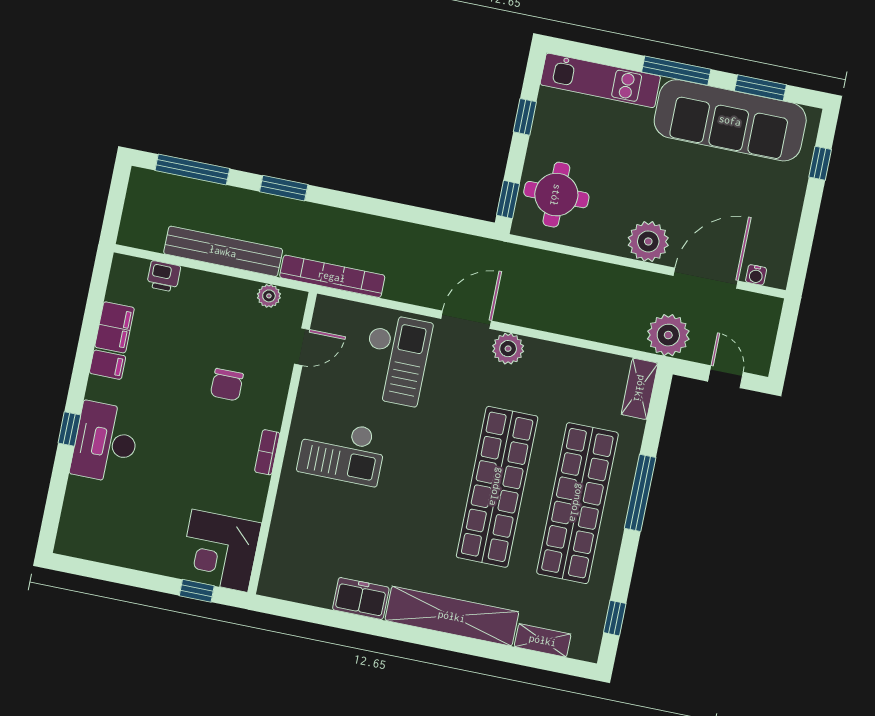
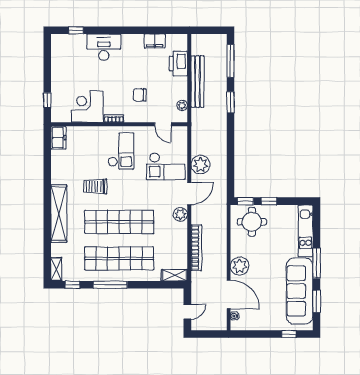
window: (525, 117) -> (269, 201), moved
printer: (164, 276) -> (178, 64), width x1.87, depth x1.48
bookcase: (332, 276) -> (196, 248), moved
door: (466, 320) -> (189, 194), hinge flipped
plant: (668, 335) -> (201, 165), moved
filing cabinet: (108, 365) -> (138, 41), removed
window: (69, 429) -> (76, 30), moved
checkout: (342, 451) -> (121, 151), turned 180
window: (640, 493) -> (110, 285), moved
trolley: (408, 524) -> (95, 186), added
corner desk: (220, 551) -> (87, 107), moved
freezer: (361, 598) -> (58, 138), moved
shelving: (543, 640) -> (56, 269), moved

